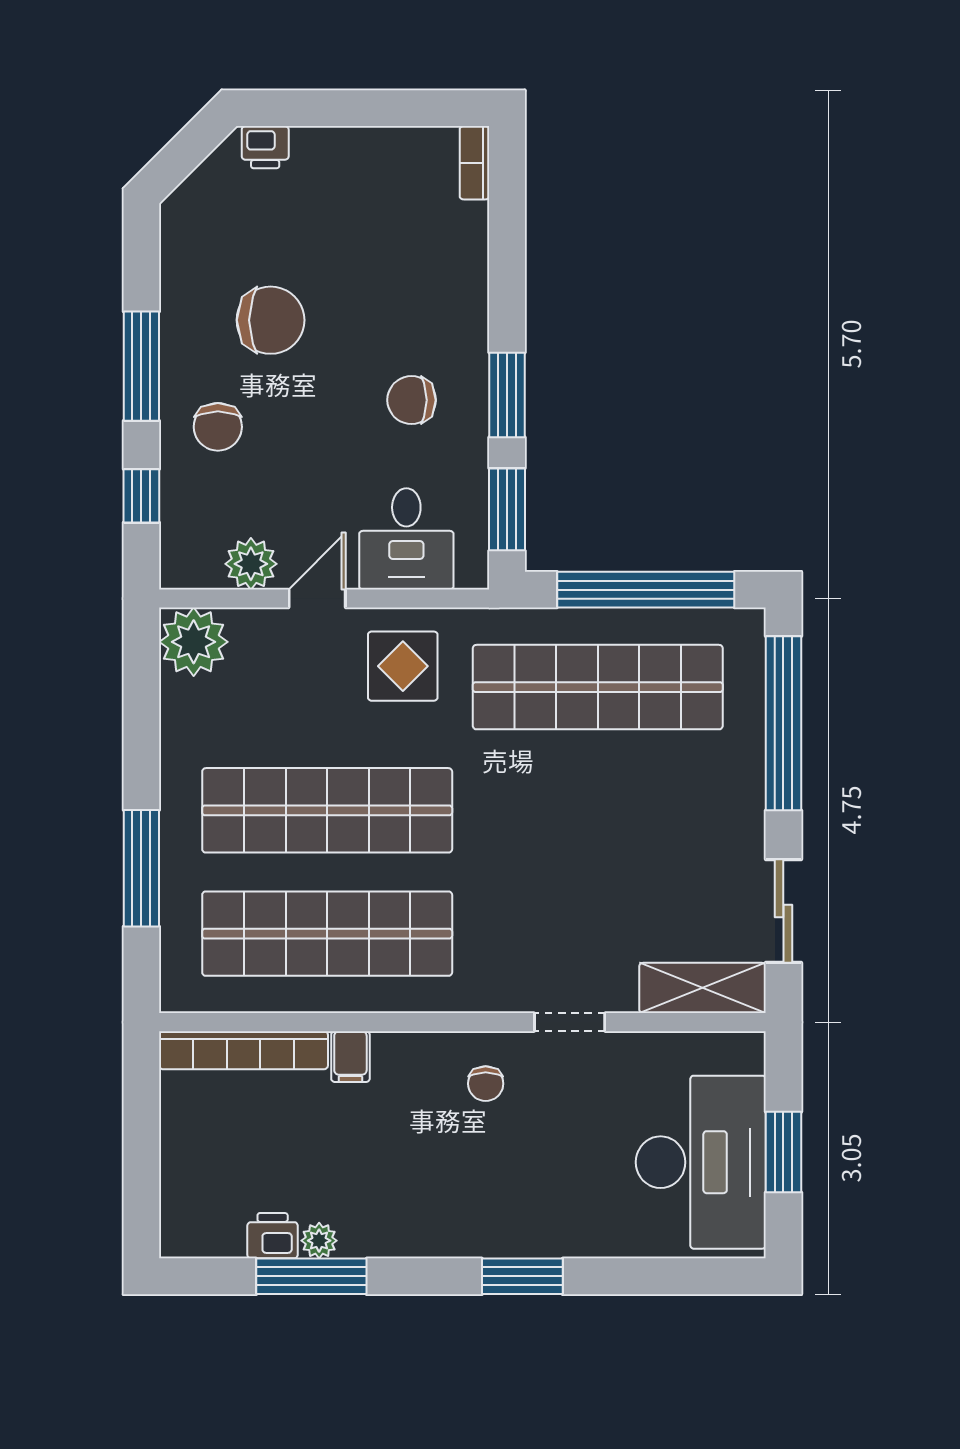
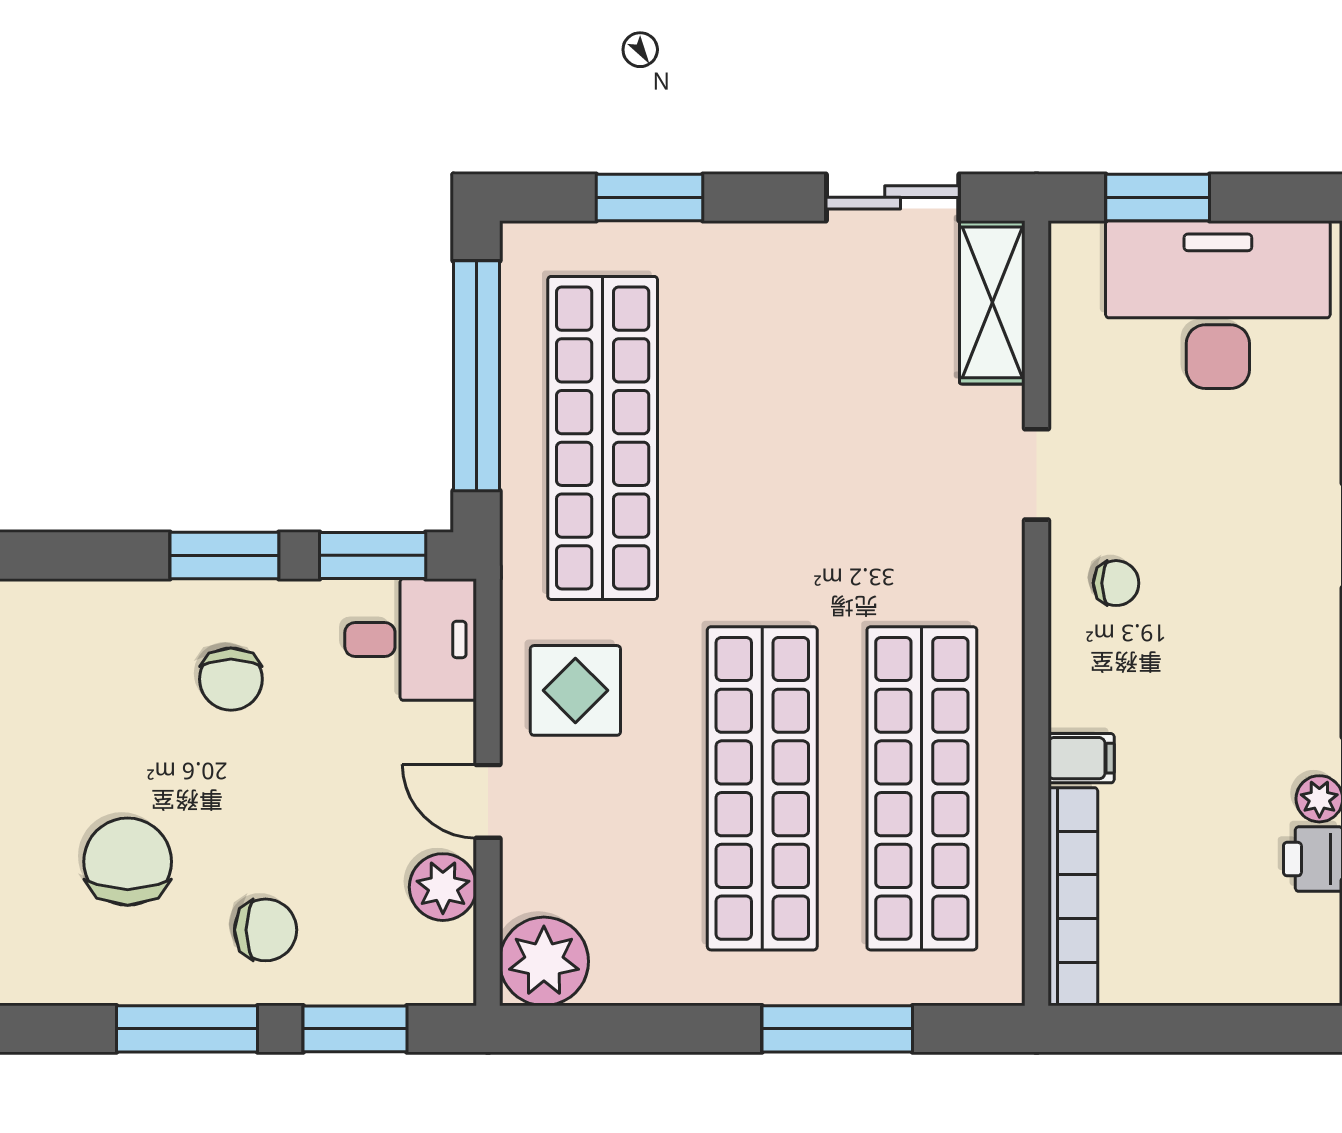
window: (141, 496) -> (355, 1029), width x1.50
desk: (406, 539) -> (411, 639), moved
window: (783, 723) -> (649, 197), width x0.47
window: (783, 1152) -> (1158, 197), moved

